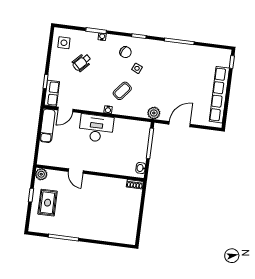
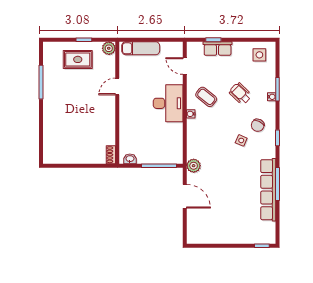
wheelchair: (82, 62) -> (240, 94), moved
coffee table: (122, 91) -> (206, 97), moved
row of seats: (52, 93) -> (218, 49), moved
row of seats: (219, 95) -> (268, 190), moved, turned -90
exam couch: (47, 126) -> (141, 48), moved

